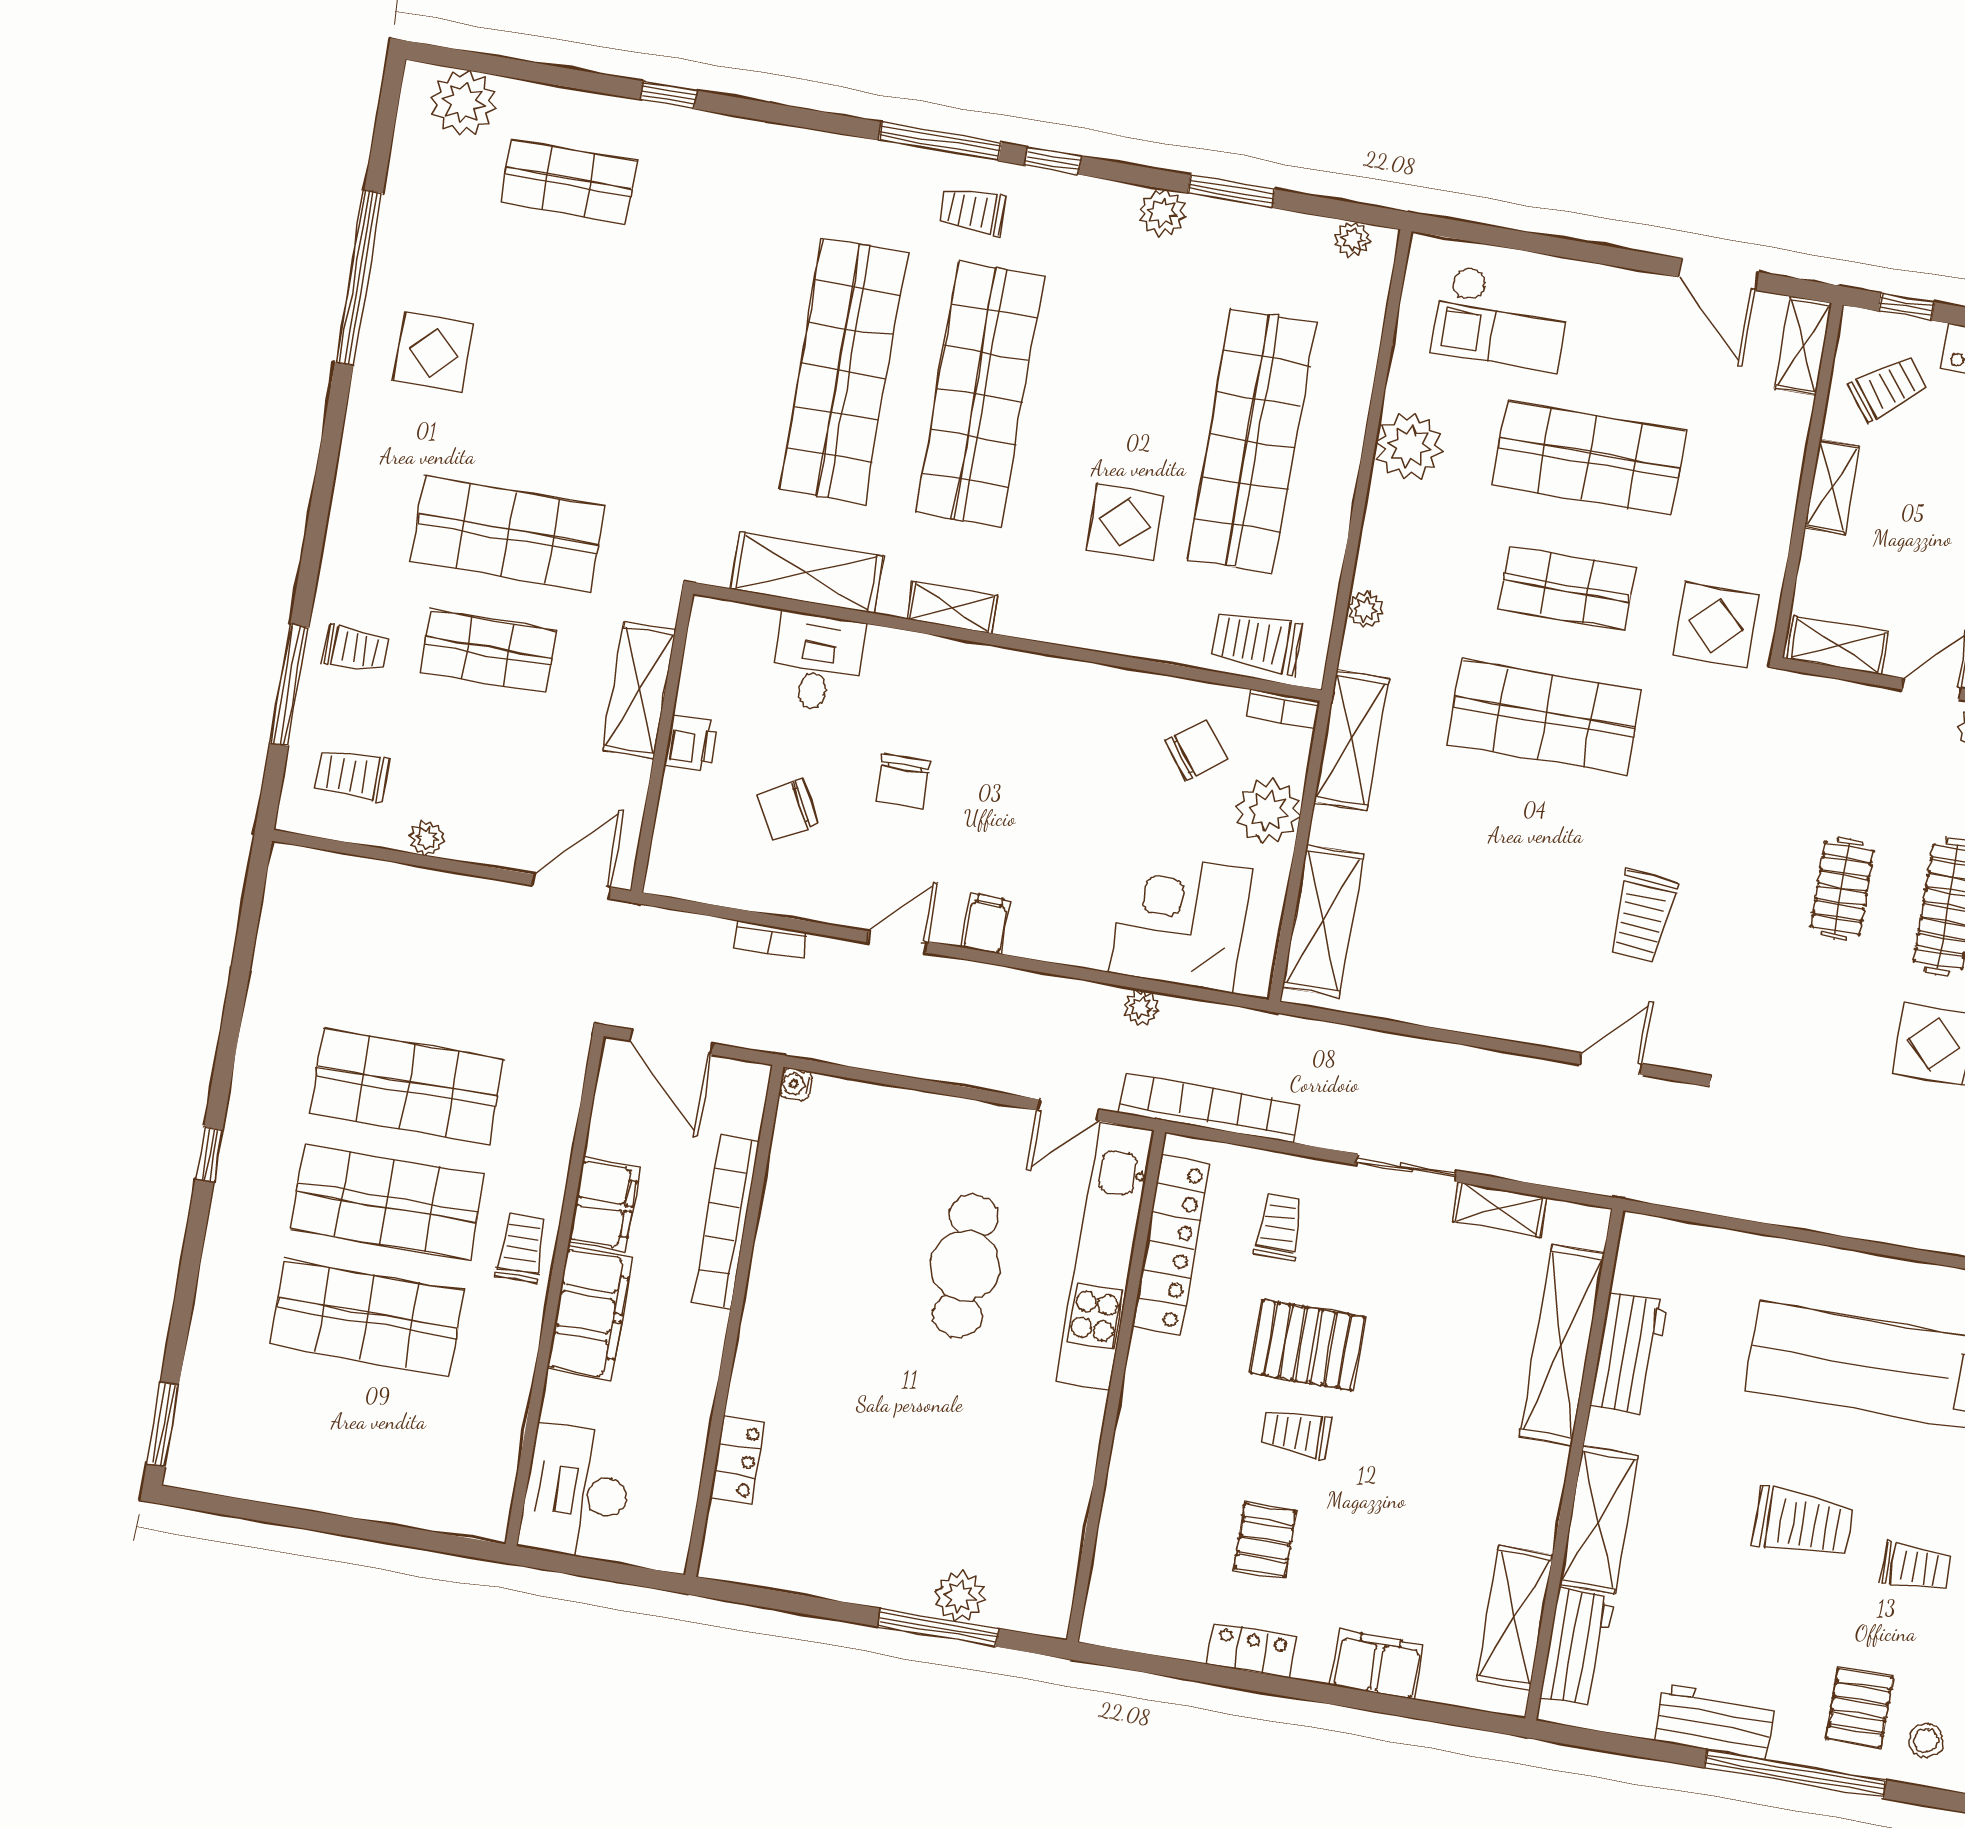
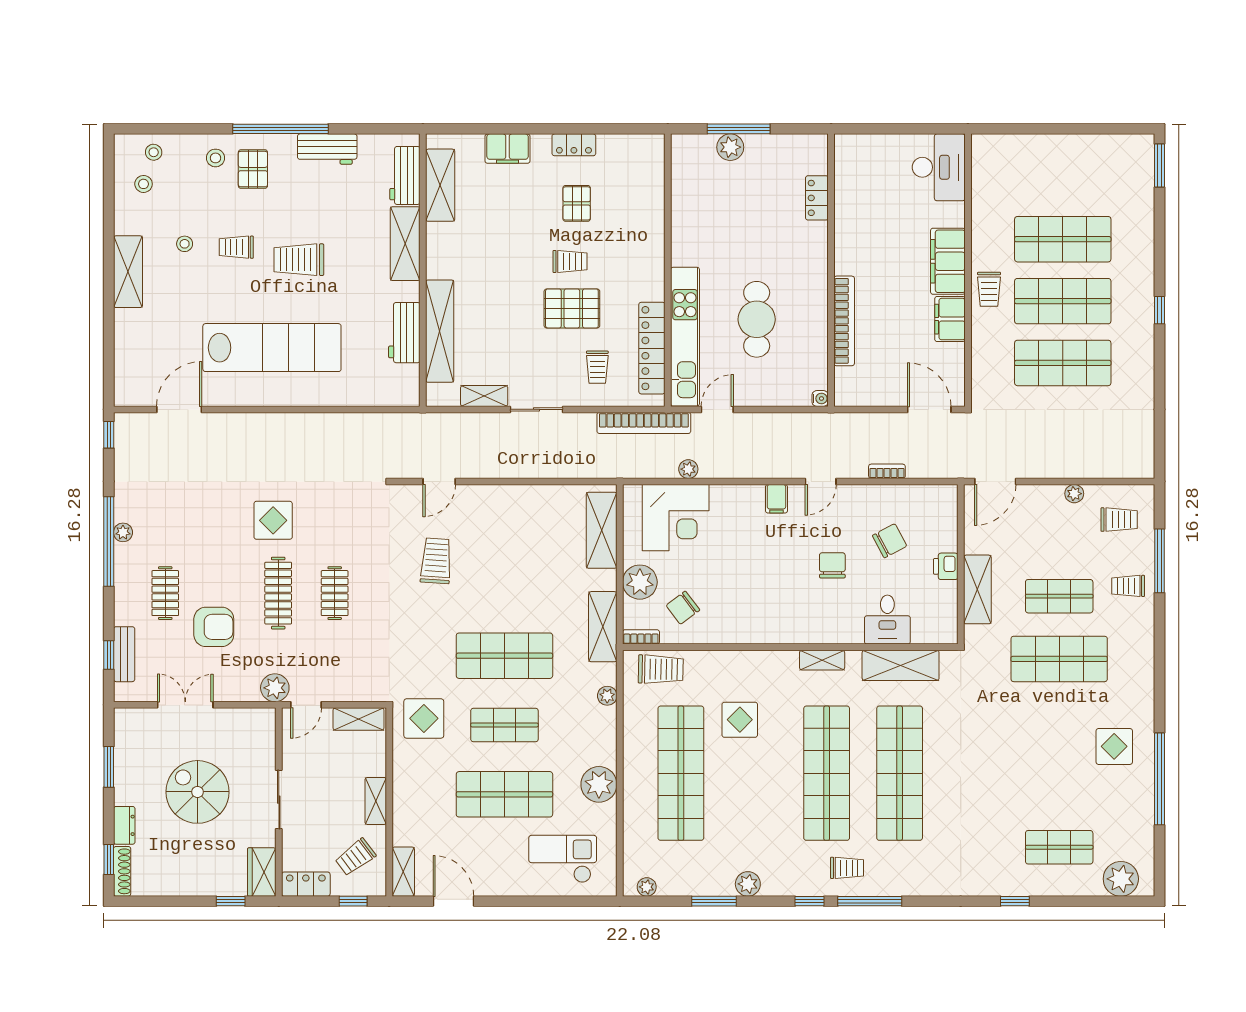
water cooler: (796, 1084) -> (820, 399), moved
bookcase: (726, 1222) -> (844, 321), moved
wall: (734, 1321) -> (831, 270), moved
locker: (738, 1460) -> (817, 198), moved

